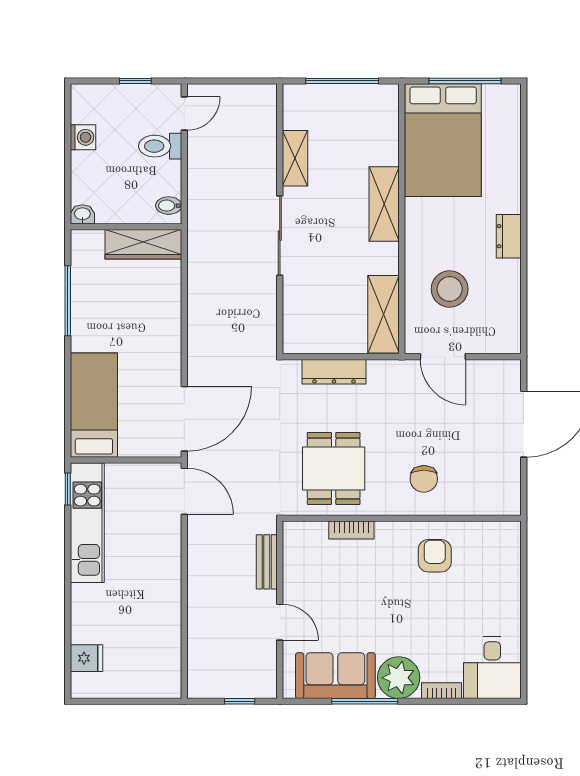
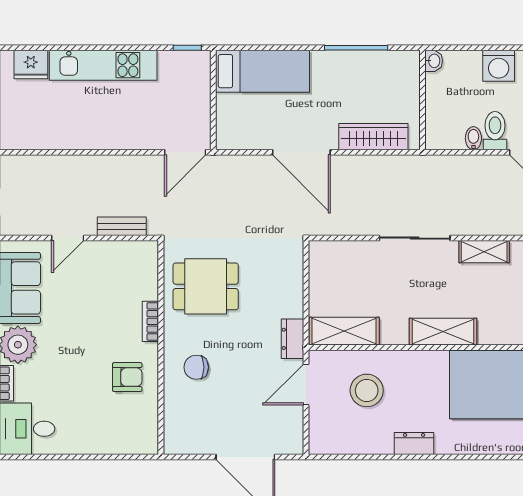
washing machine: (83, 137) -> (499, 66), width x1.38, depth x1.38
bidet: (169, 206) -> (473, 138), moved
wardrobe: (143, 244) -> (373, 137), moved, turned 90
dresser: (334, 372) -> (292, 339), moved, width x0.70
door: (184, 419) -> (301, 152), moved
kitchen unit: (87, 523) -> (103, 65), moved
bookcase: (351, 530) -> (150, 321), moved
fridge: (86, 658) -> (31, 64), width x1.38

